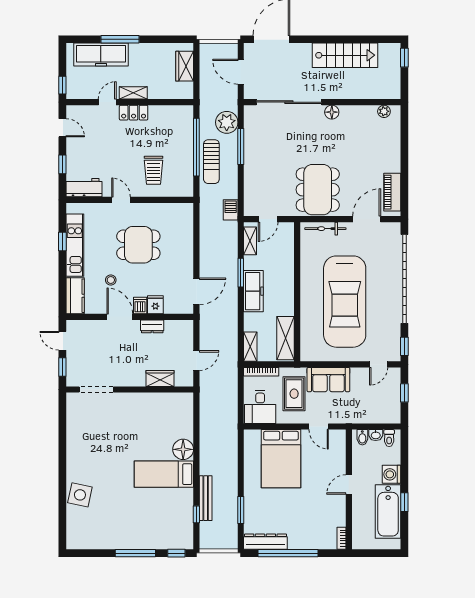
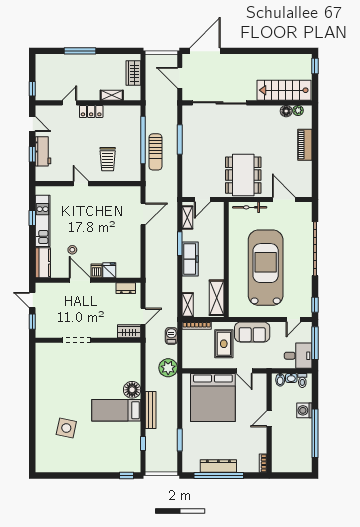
freezer: (101, 55) -> (64, 64), removed
stairs: (345, 55) -> (284, 90), moved, turned 180
shelving: (133, 93) -> (112, 95), moved
floor lamp: (332, 112) -> (286, 111), moved
plant: (227, 122) -> (168, 368), moved
workbench: (84, 188) -> (43, 151), moved, turned 90
piano: (392, 192) -> (305, 145), moved
barbecue: (231, 210) -> (171, 336), moved
door: (367, 219) -> (284, 200), hinge flipped
dining table: (138, 245) -> (95, 221), removed
garage door: (404, 279) -> (315, 249), width x0.73
door: (196, 291) -> (143, 214), moved
car: (345, 302) -> (266, 268), turned 180
dresser: (152, 326) -> (126, 288), moved
wardrobe: (160, 379) -> (129, 331), moved
doorway: (96, 389) -> (77, 340), moved
window: (404, 393) -> (315, 343), width x2.17
desk: (260, 407) -> (298, 356), moved, turned -90
bed: (281, 459) -> (213, 397), width x1.36
side table: (80, 495) -> (66, 428), moved
bench: (206, 498) -> (151, 410), moved
window: (404, 502) -> (315, 433), width x3.17
bathtub: (388, 512) -> (301, 441), removed
dresser: (265, 542) -> (218, 466), moved
window: (135, 553) -> (93, 476), removed

